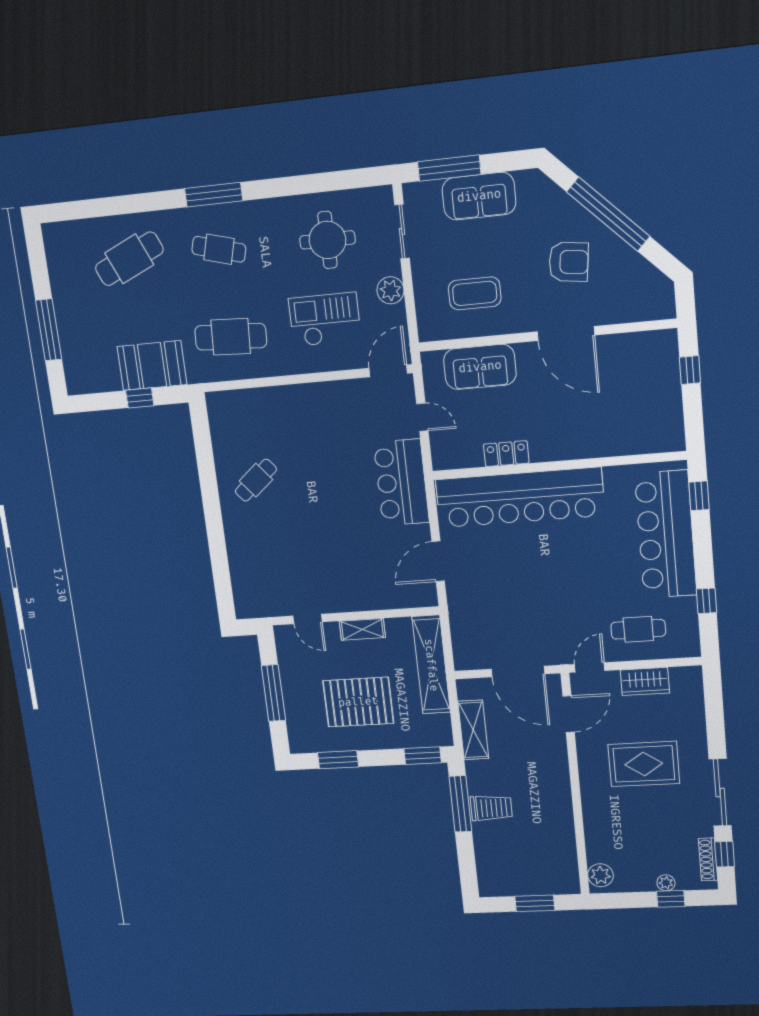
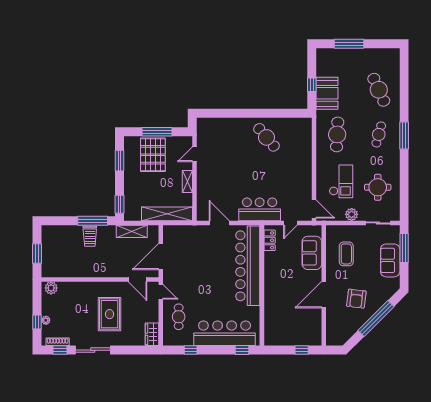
locker: (506, 454) -> (270, 240), moved
cafe table: (256, 480) -> (266, 137), width x1.37, depth x1.35
wardrobe: (645, 681) -> (152, 334), moved
pallet: (358, 702) -> (153, 155), moved

